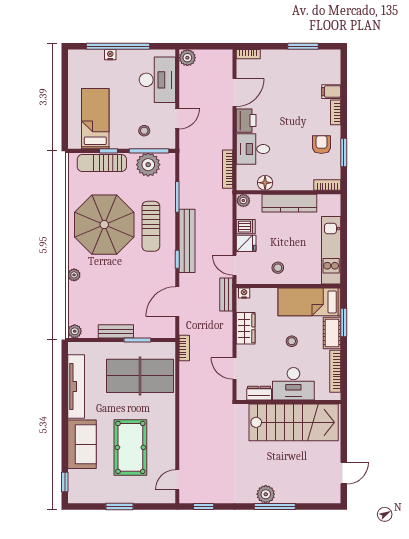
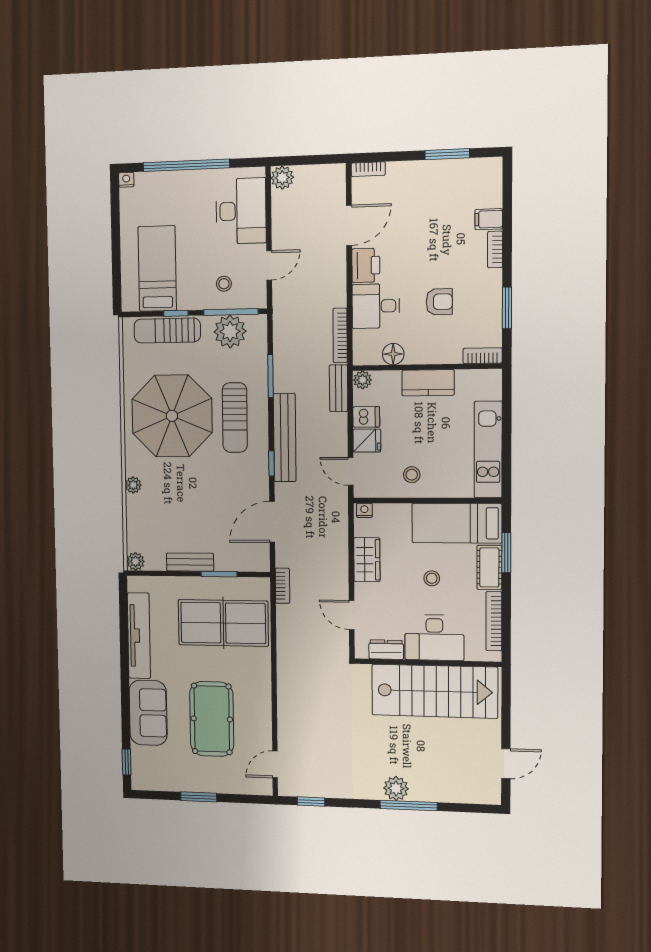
nightstand: (110, 55) -> (126, 180), moved
armchair: (321, 145) -> (439, 302), moved, turned 90
kitchen counter: (289, 203) -> (428, 383), width x0.67
bench: (226, 294) -> (339, 388), moved

